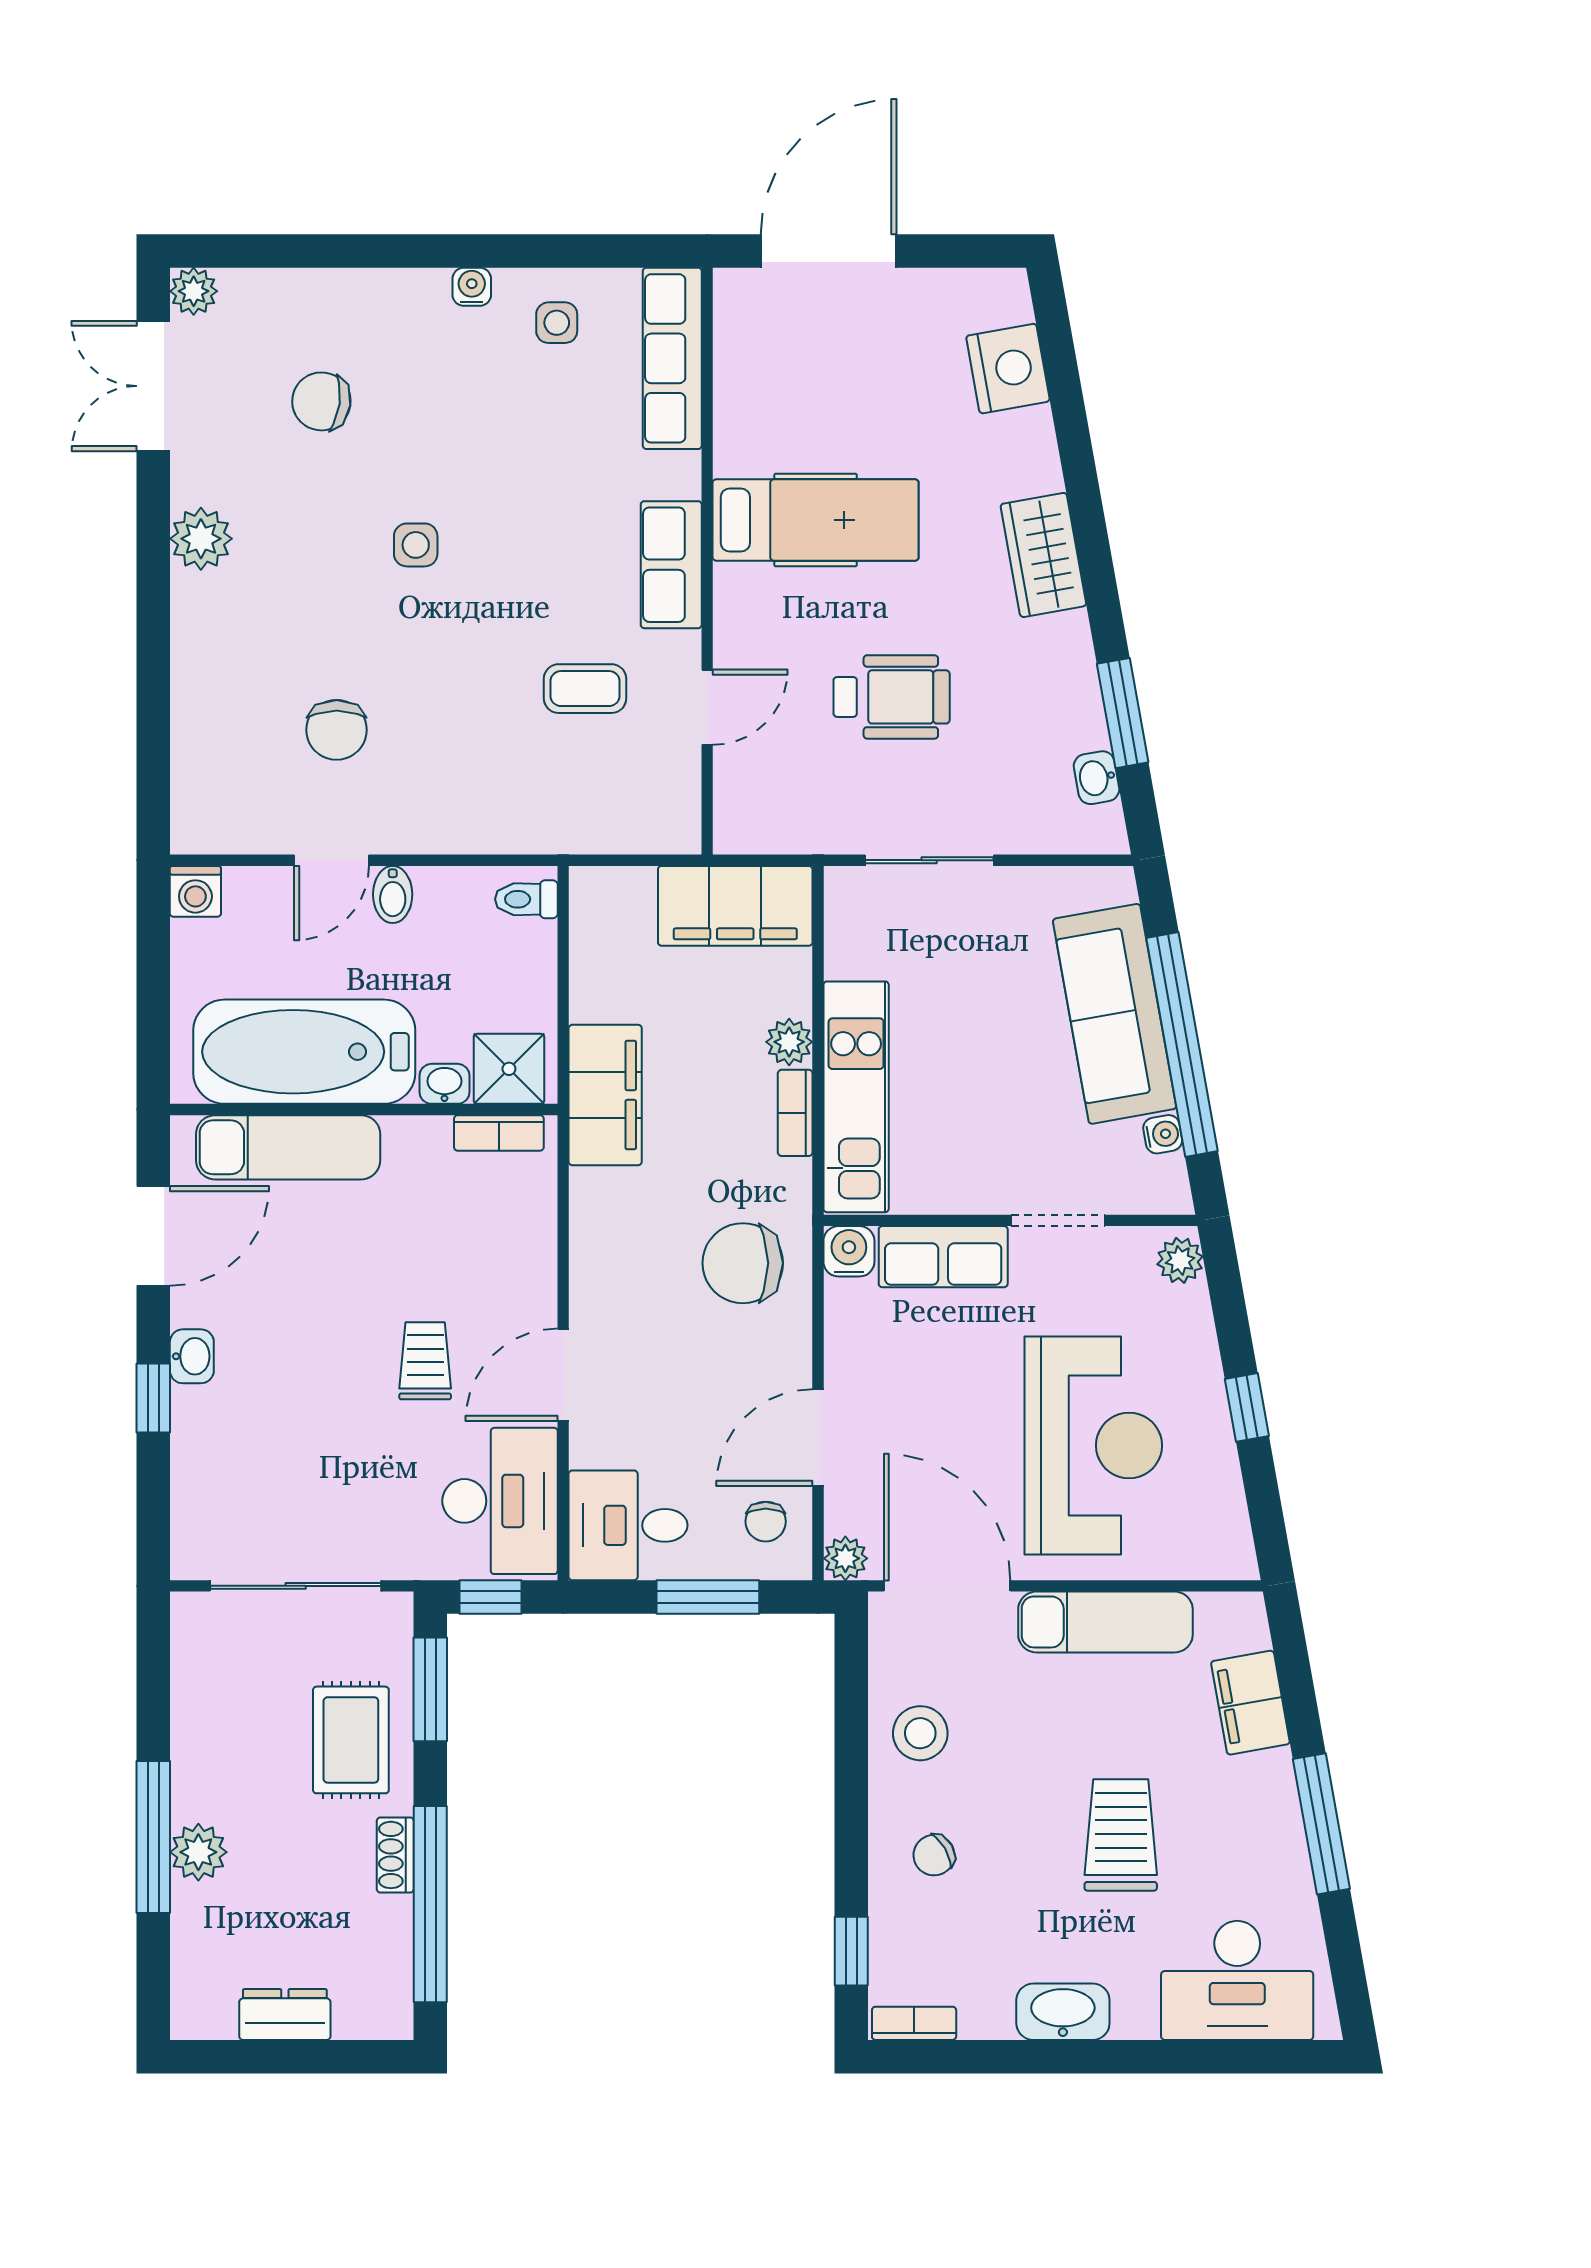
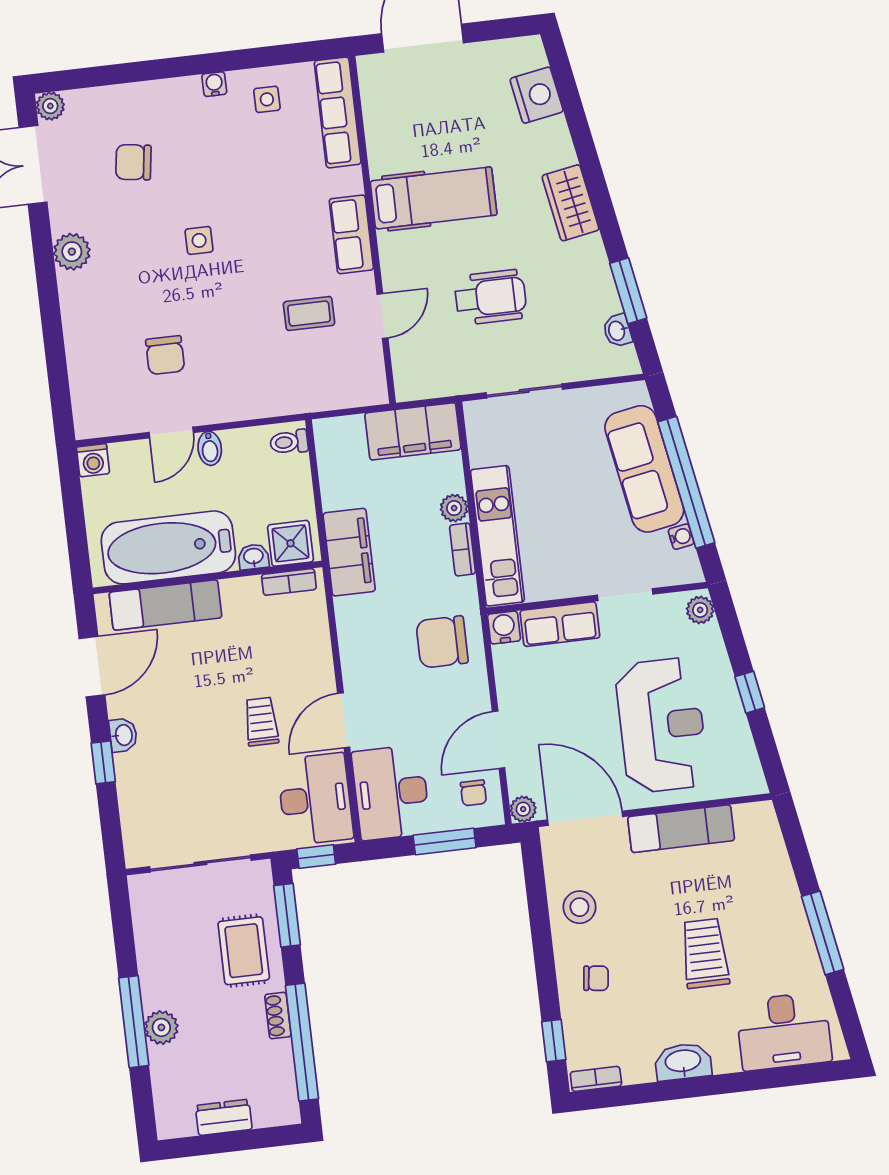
desk: (628, 1525) -> (391, 793), width x1.37
filing cabinet: (1250, 1703) -> (772, 866), removed
chair: (934, 1855) -> (596, 978), turned -143

